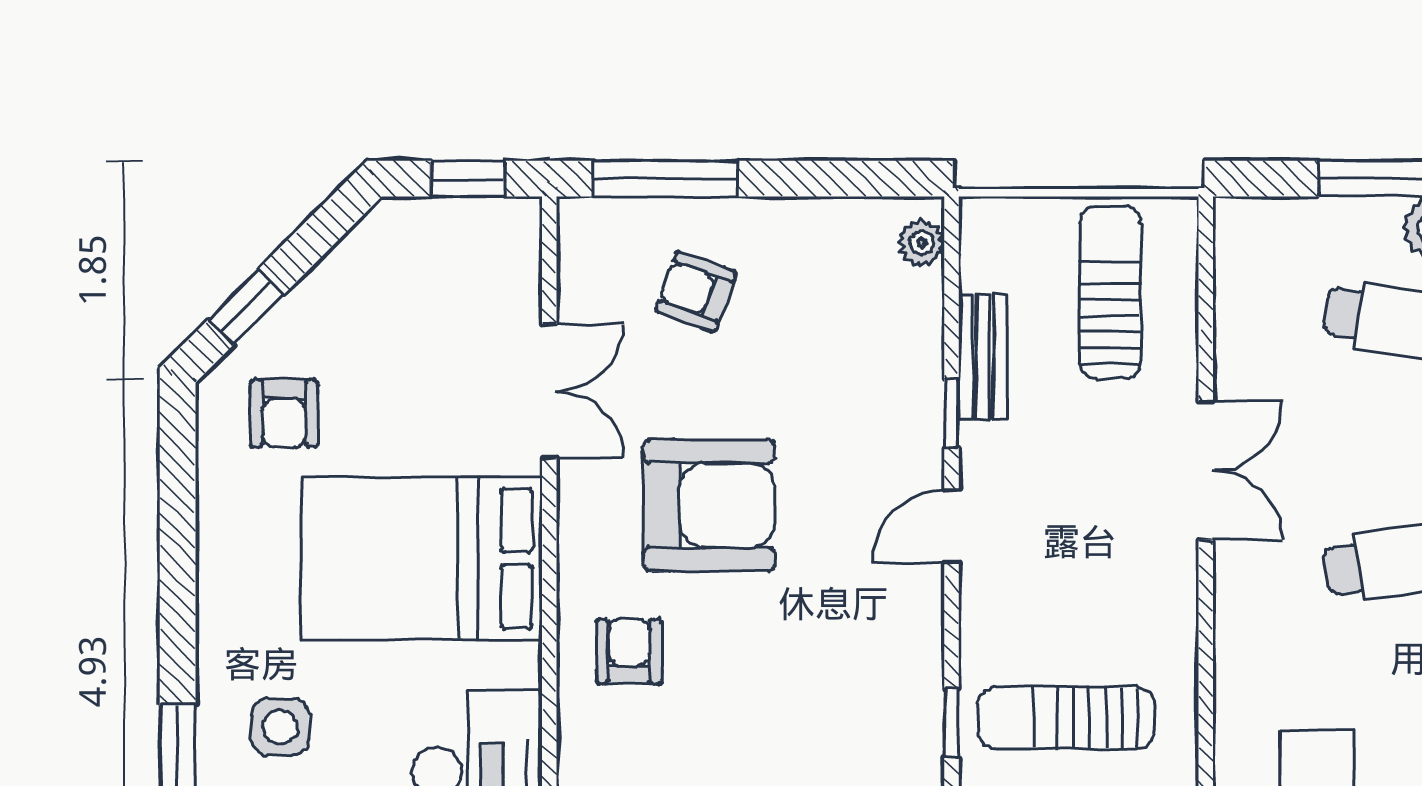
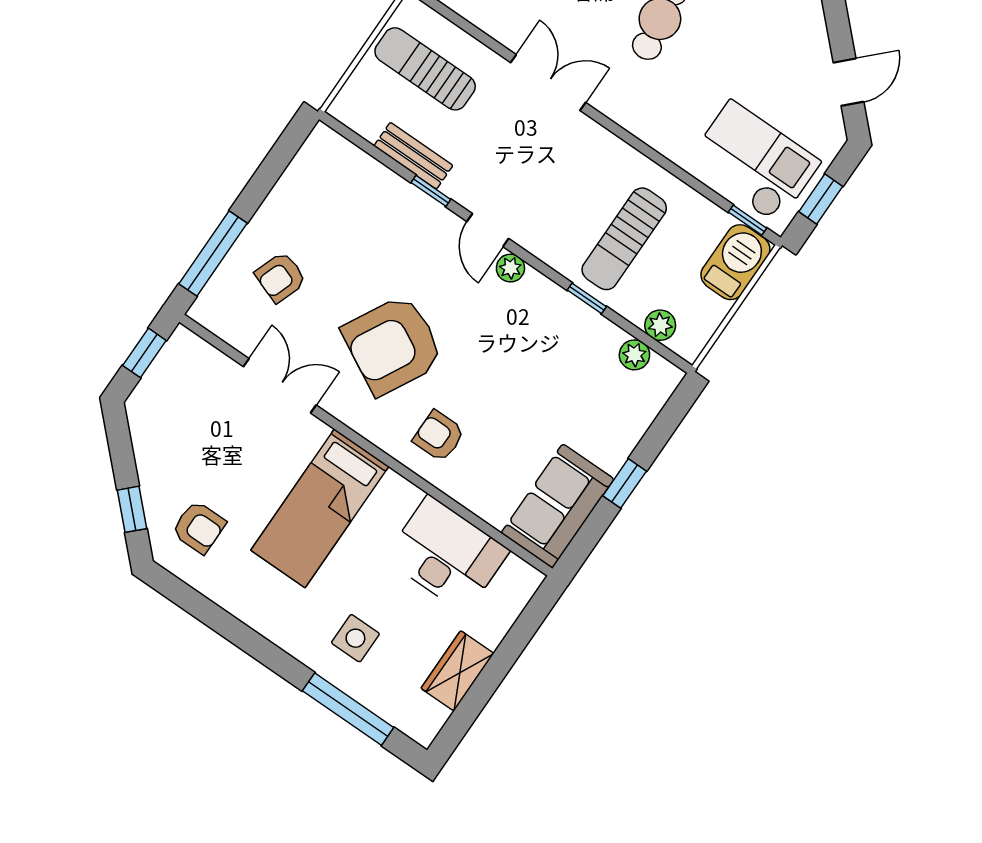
plant: (922, 243) -> (510, 268), moved
armchair: (709, 505) -> (393, 345), turned -152
bed: (422, 559) -> (320, 508), width x0.67

